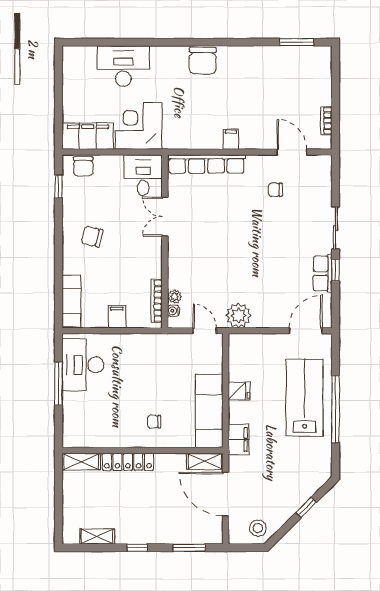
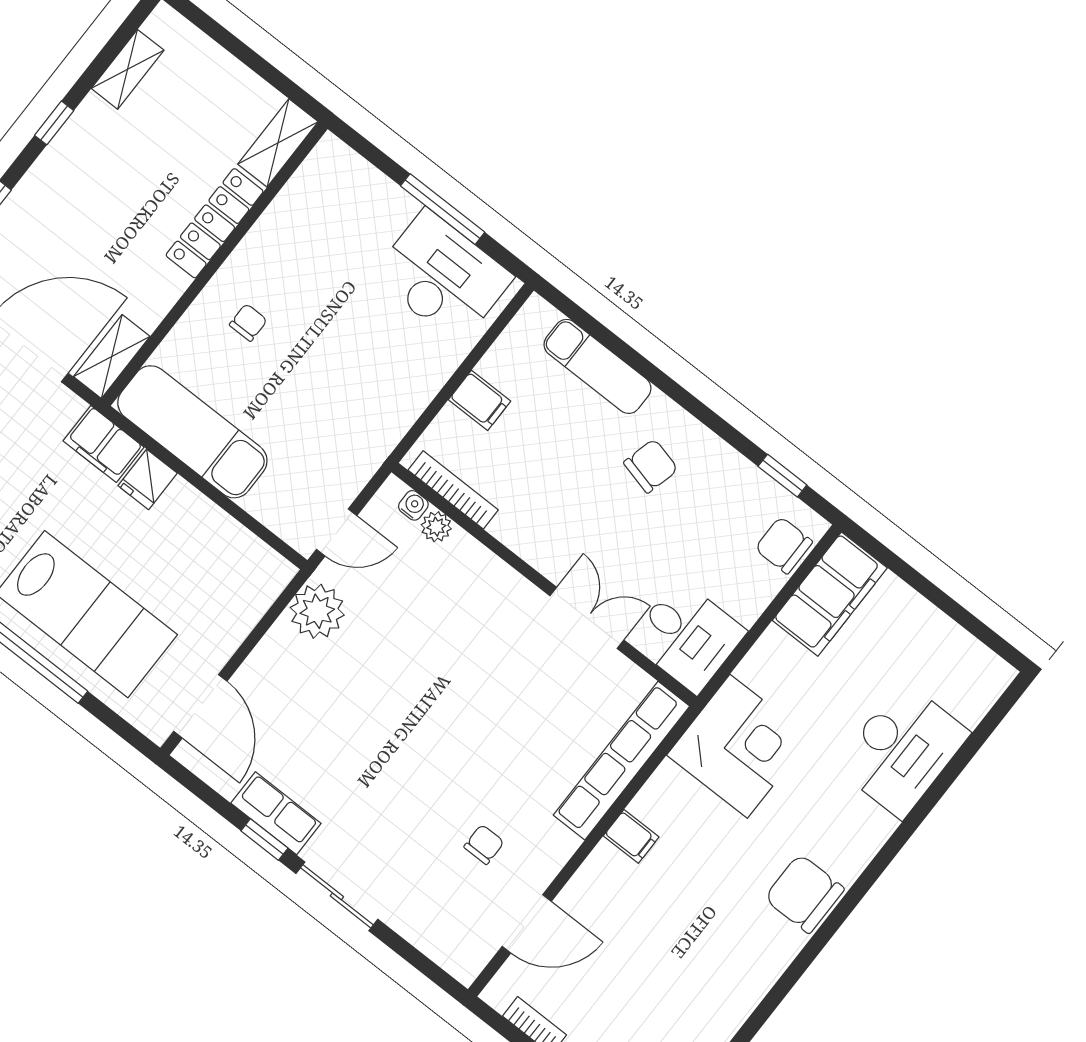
corner desk: (138, 126) -> (739, 746), moved
exam couch: (71, 301) -> (598, 366), moved
fridge: (239, 391) -> (148, 479), moved

